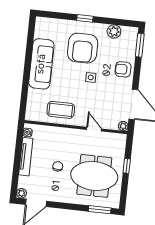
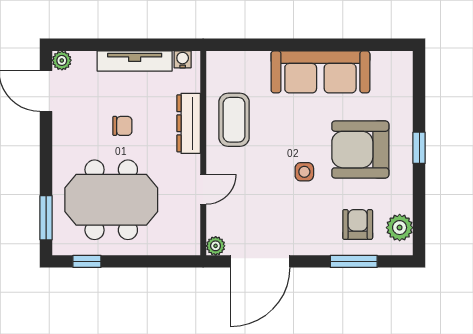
plant: (114, 31) -> (400, 228), moved
window: (140, 45) -> (354, 261), moved
armchair: (123, 69) -> (358, 224), moved
dresser: (60, 133) -> (189, 123), added
window: (127, 166) -> (87, 261), moved
meeting table: (94, 176) -> (111, 200), turned 90

